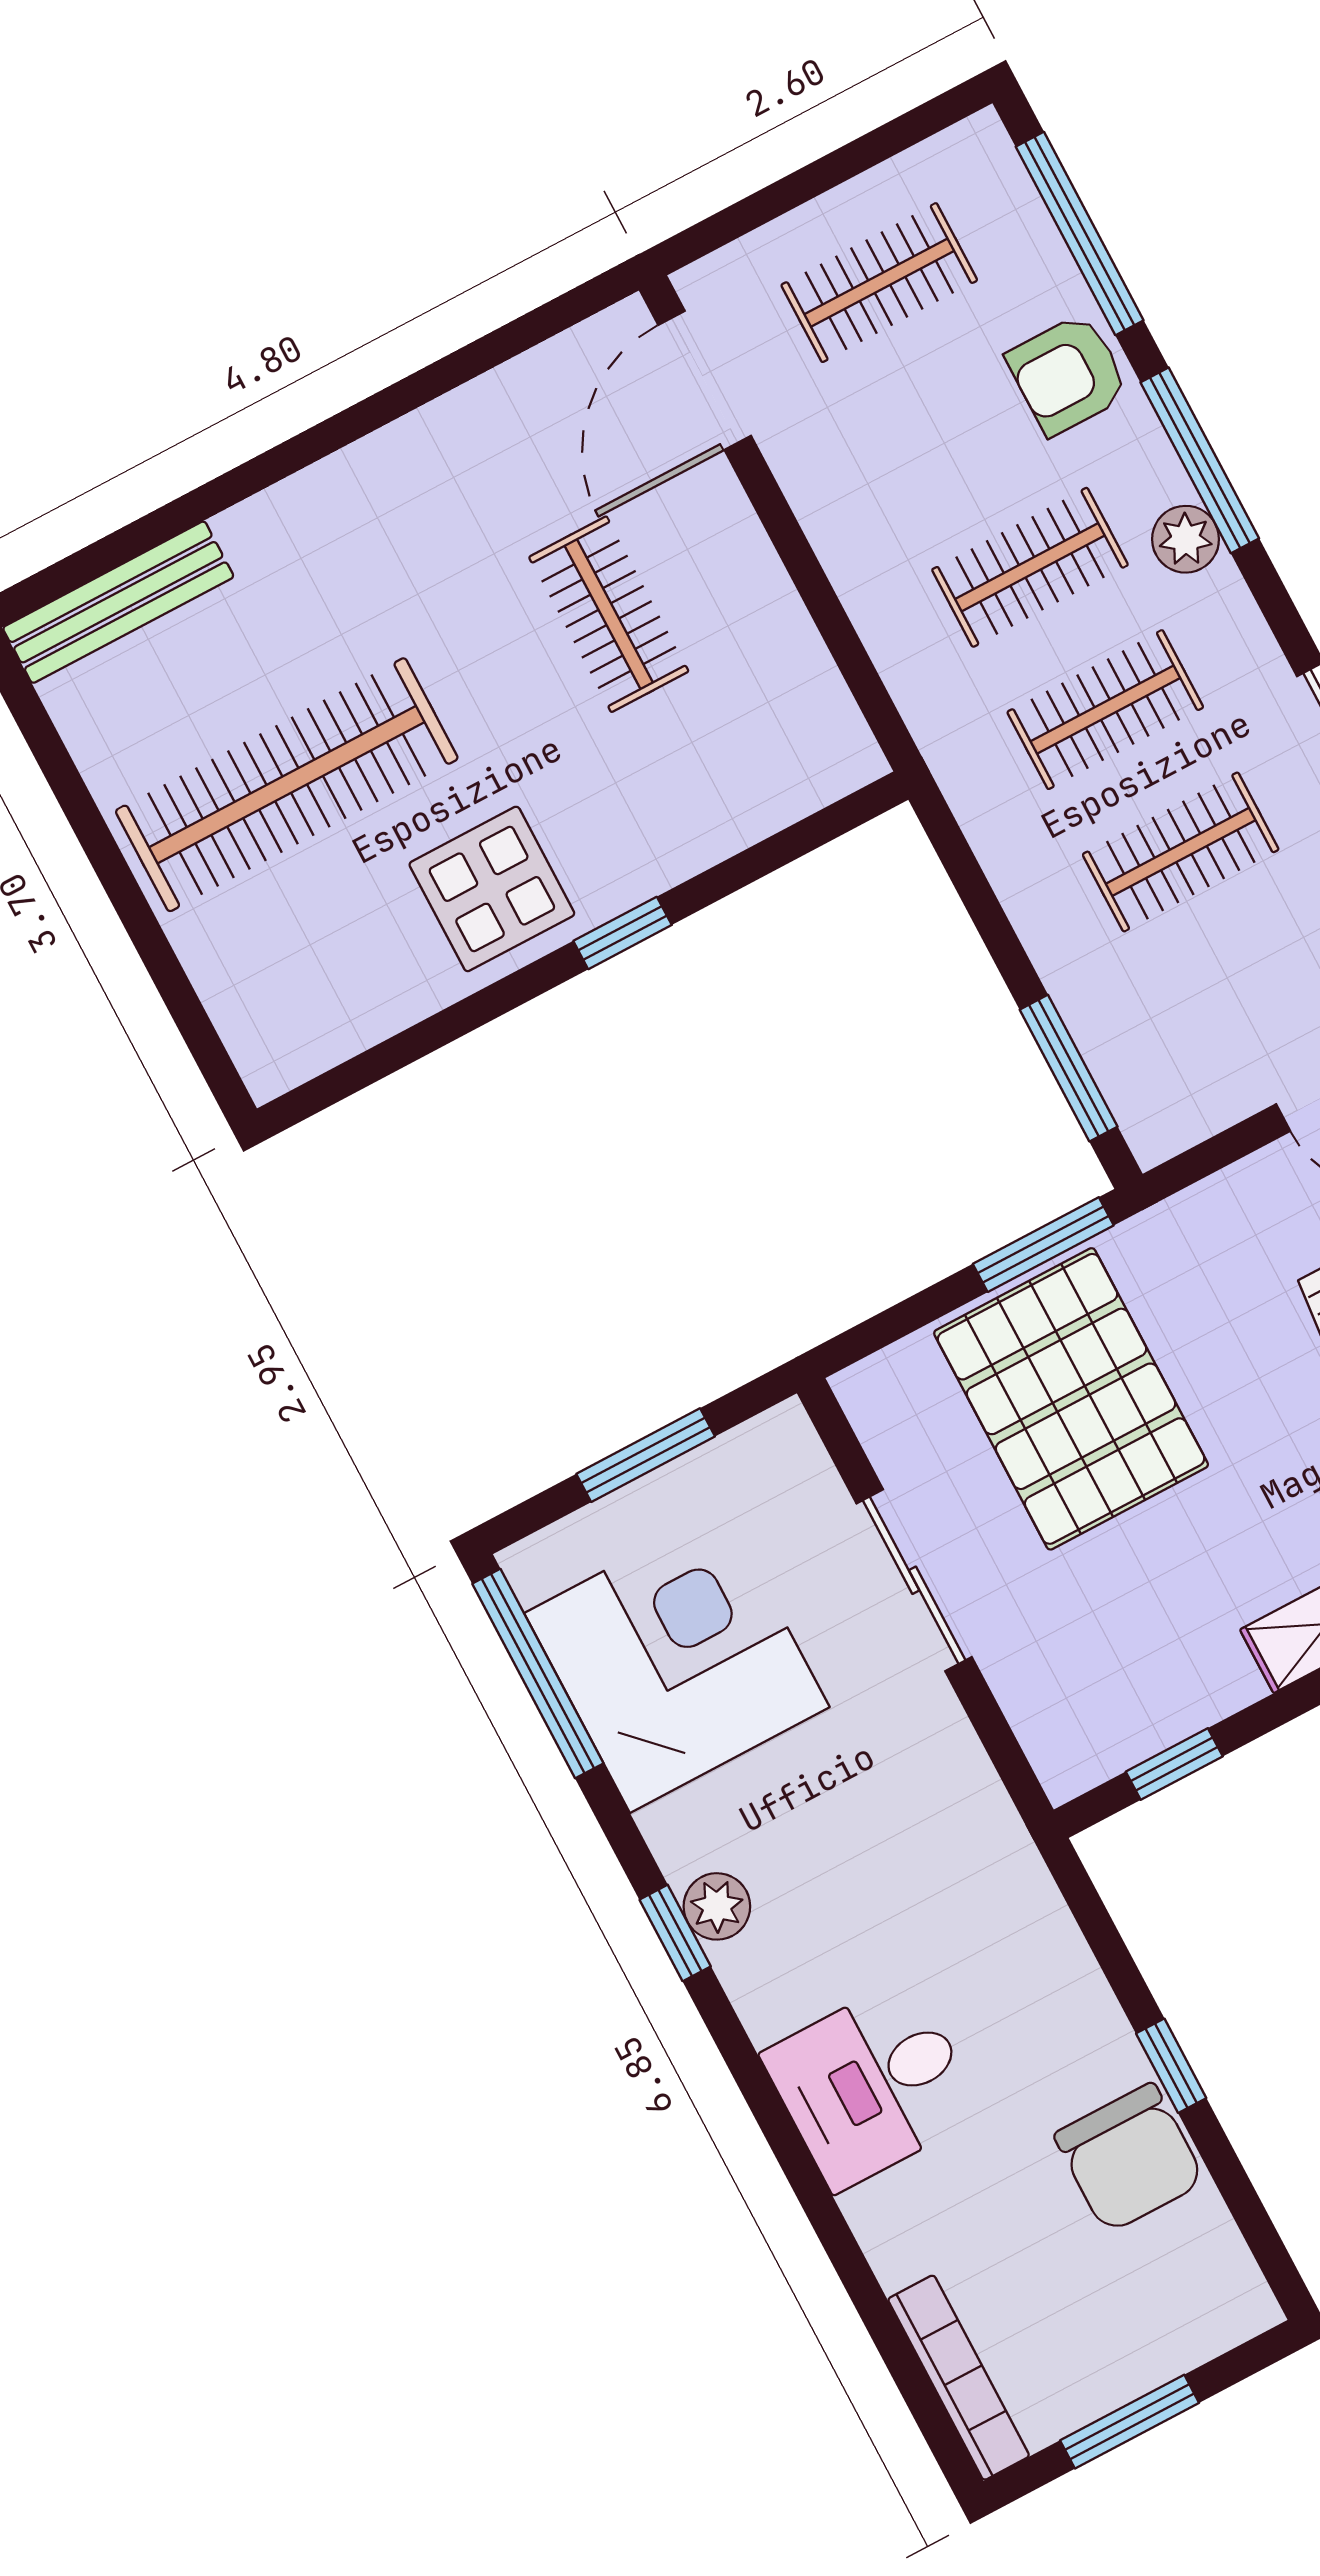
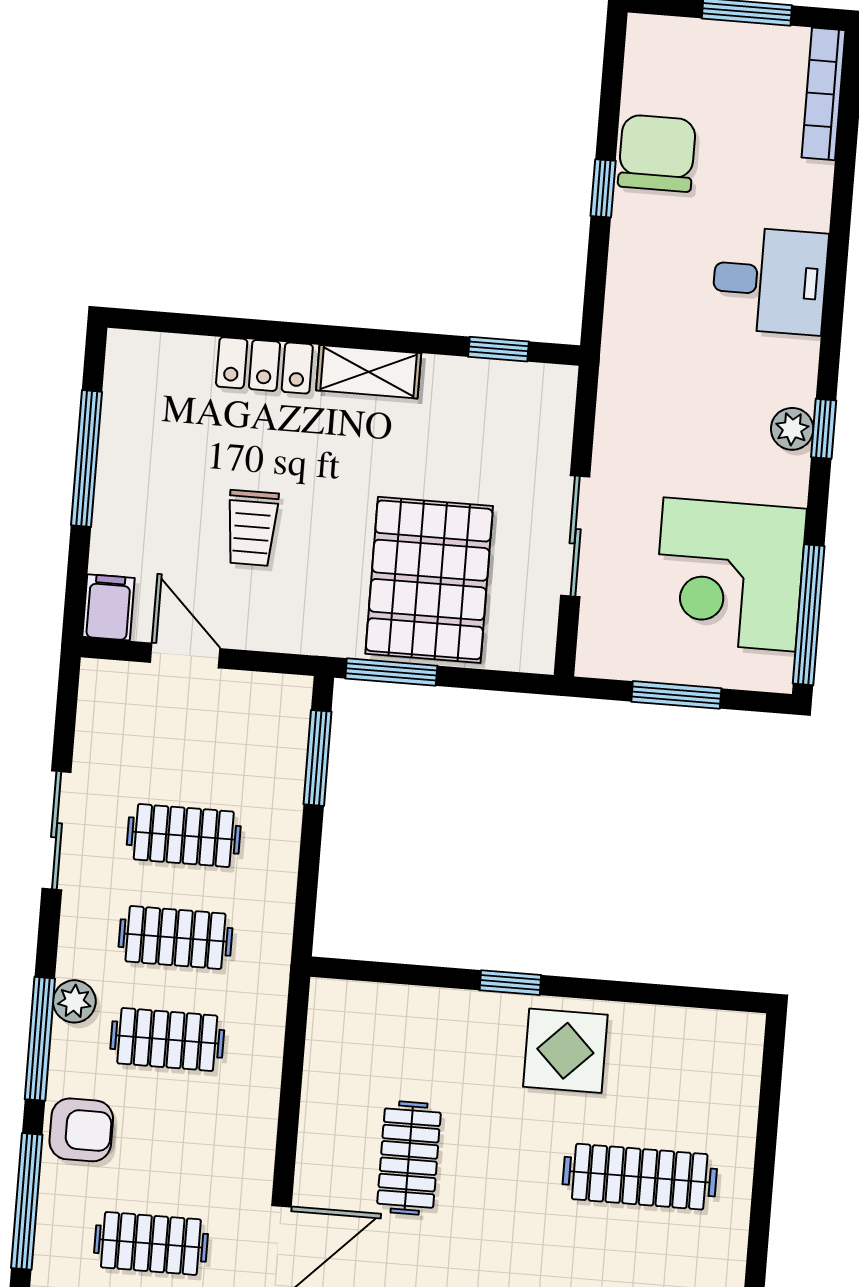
clothes rail: (287, 785) -> (640, 1177), width x0.73, depth x0.76

